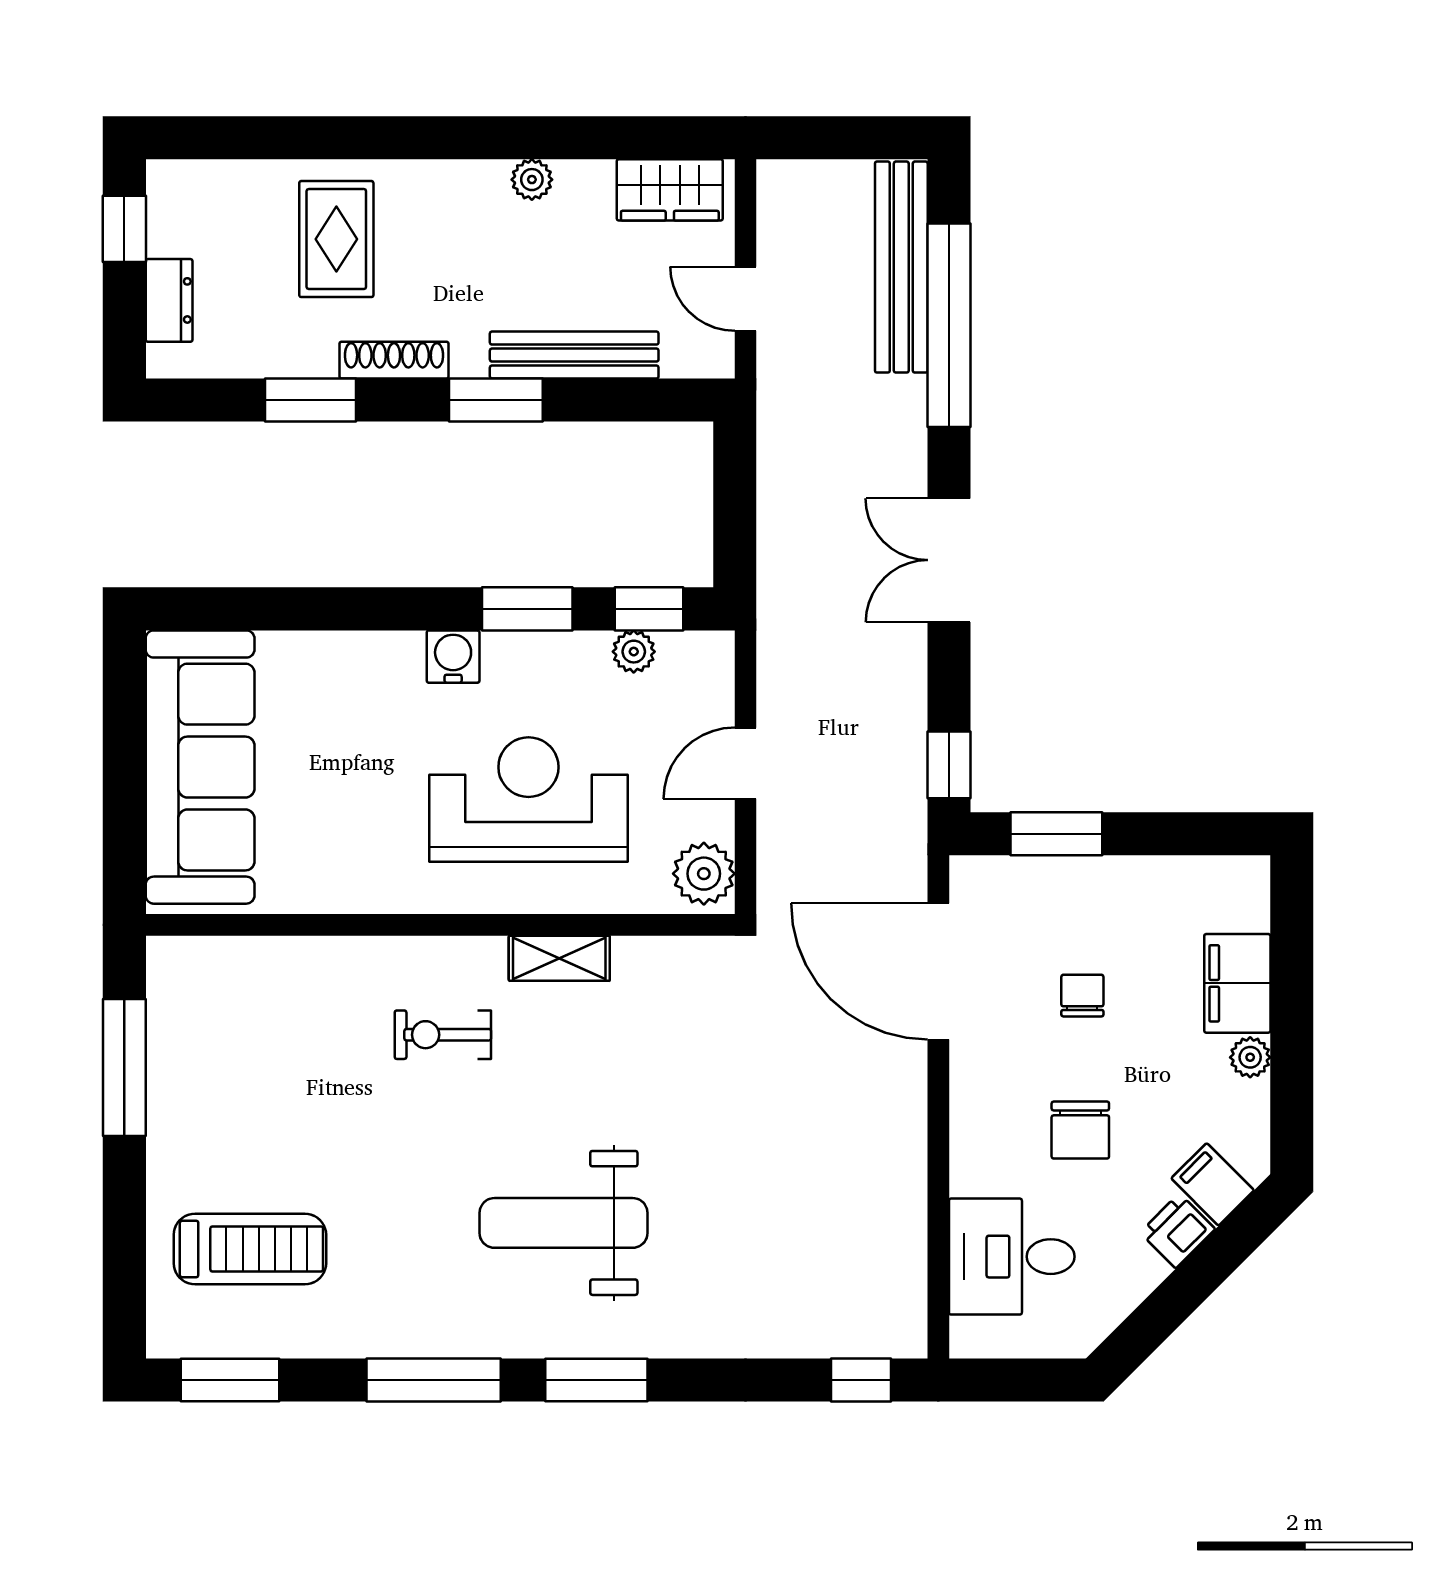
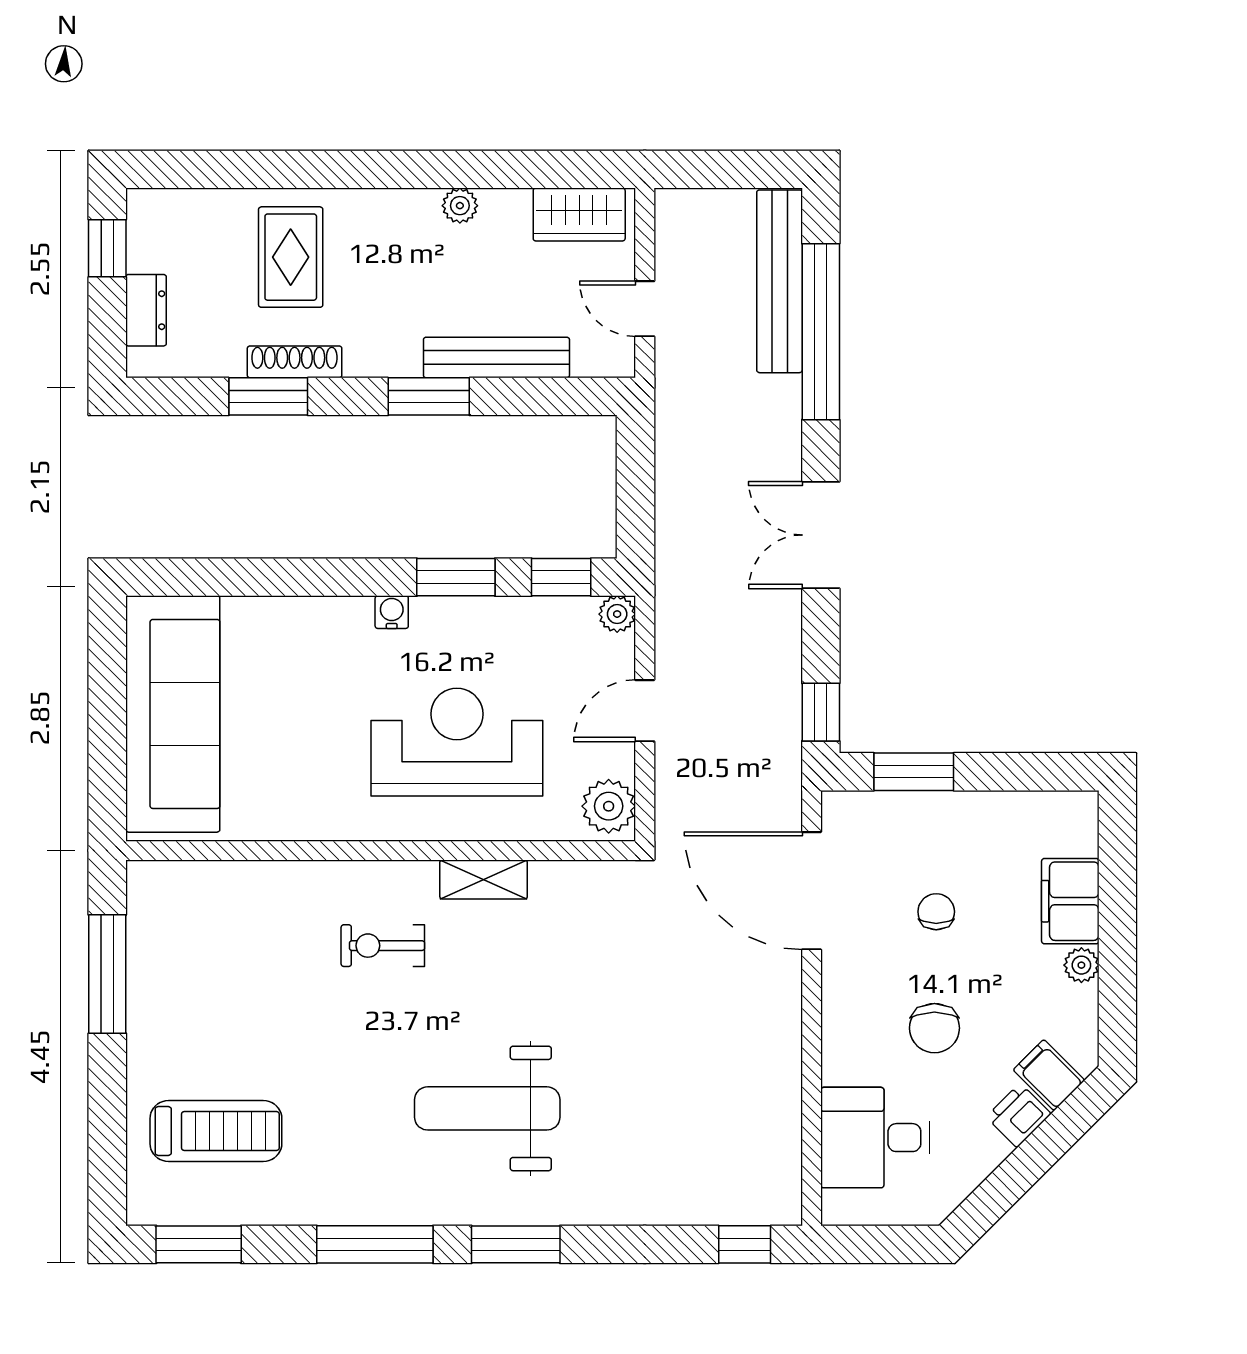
shoe rack: (394, 360) -> (295, 362), moved
plant: (634, 652) -> (617, 614), moved
water cooler: (453, 657) -> (392, 612), width x0.72, depth x0.72

